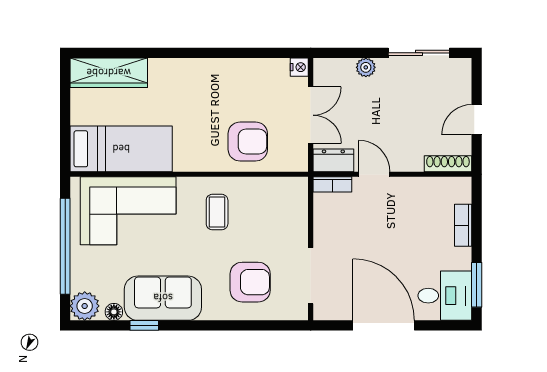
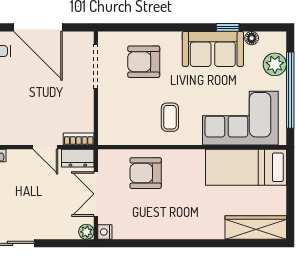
plant: (366, 67) -> (86, 232), moved
plant: (85, 306) -> (275, 64), moved

